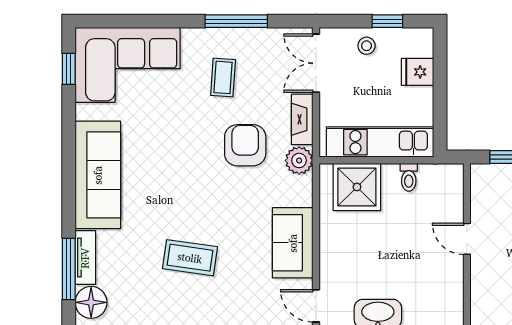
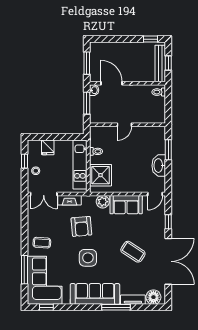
window: (236, 21) -> (24, 270), moved
coffee table: (223, 77) -> (42, 243), moved
armchair: (245, 145) -> (81, 226), turned -95
side table: (177, 160) -> (88, 258), added
plant: (299, 160) -> (103, 202), moved
coffee table: (190, 258) -> (133, 252), turned -65
window: (69, 269) -> (116, 307), moved

